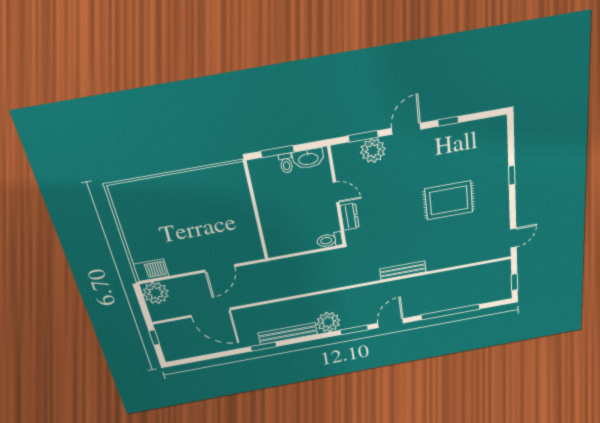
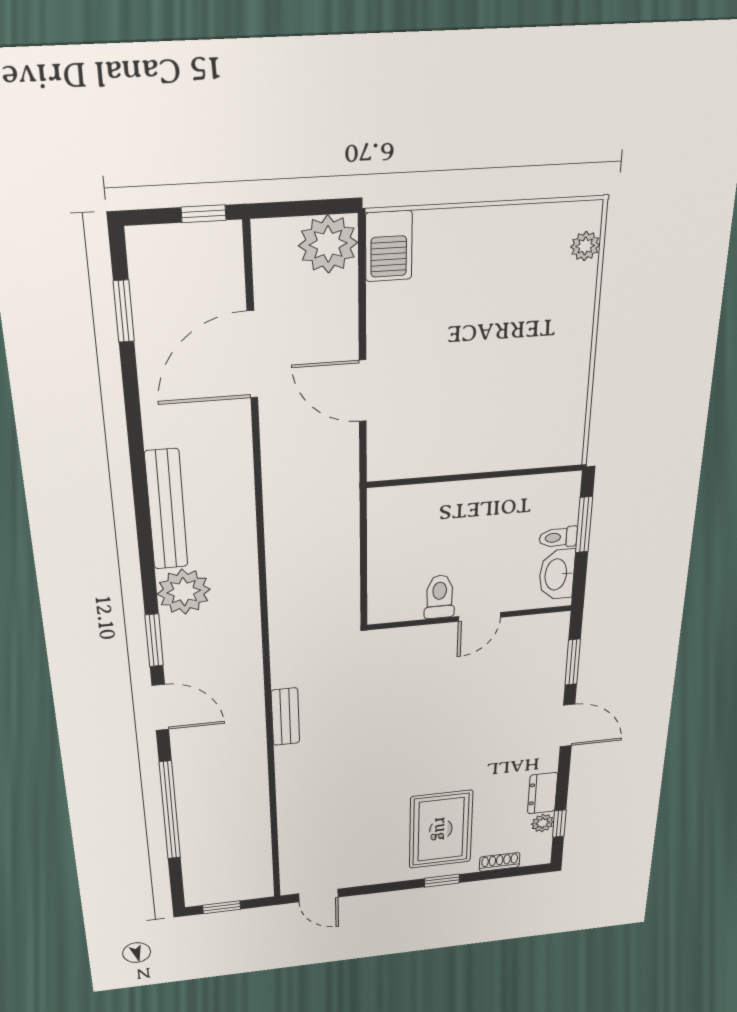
window: (448, 121) -> (559, 824), moved
shoe rack: (502, 145) -> (500, 862), added
plant: (373, 151) -> (543, 823), moved, width x0.53, depth x0.53
plant: (130, 188) -> (585, 246), added
rug: (449, 200) -> (441, 829), moved
dresser: (350, 217) -> (543, 793), moved, turned 90
toilet: (330, 240) -> (440, 597), moved
bench: (403, 270) -> (285, 717), width x0.73
window: (264, 347) -> (124, 311), moved

